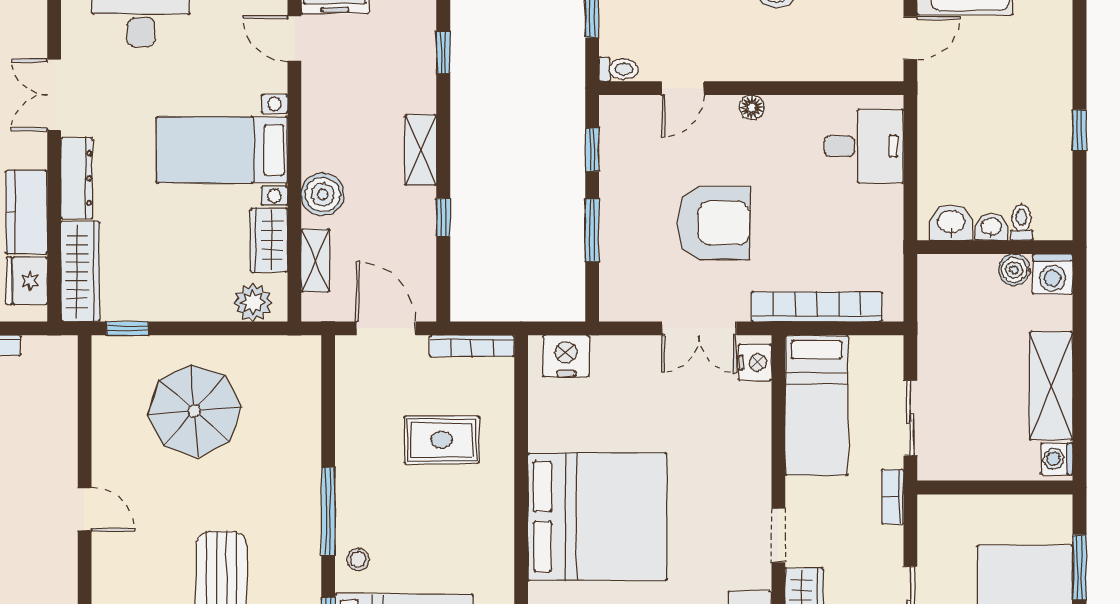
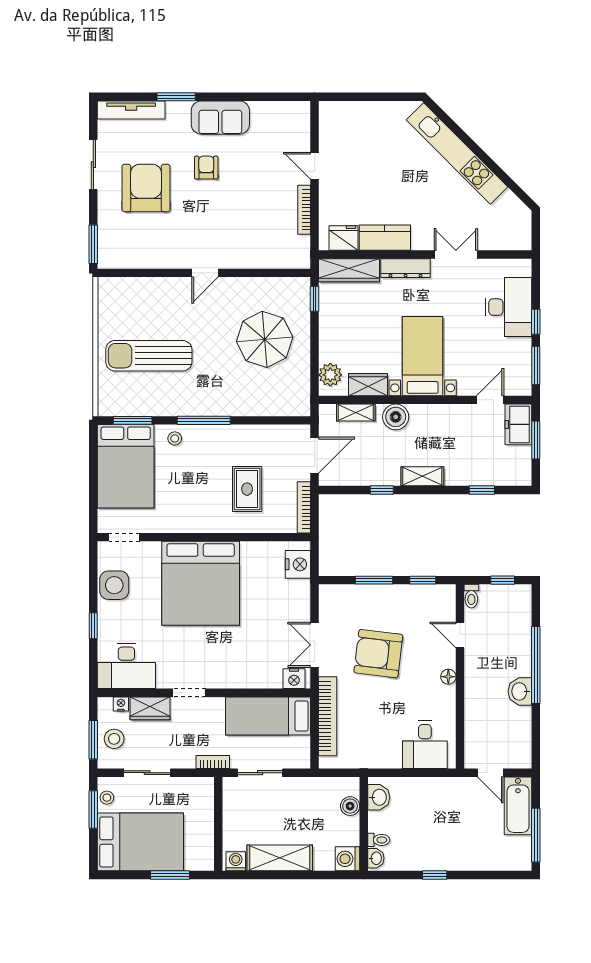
armchair: (714, 223) -> (378, 654), turned 97
washbasin: (991, 227) -> (376, 858), moved
boiler: (1014, 270) -> (350, 806), moved

